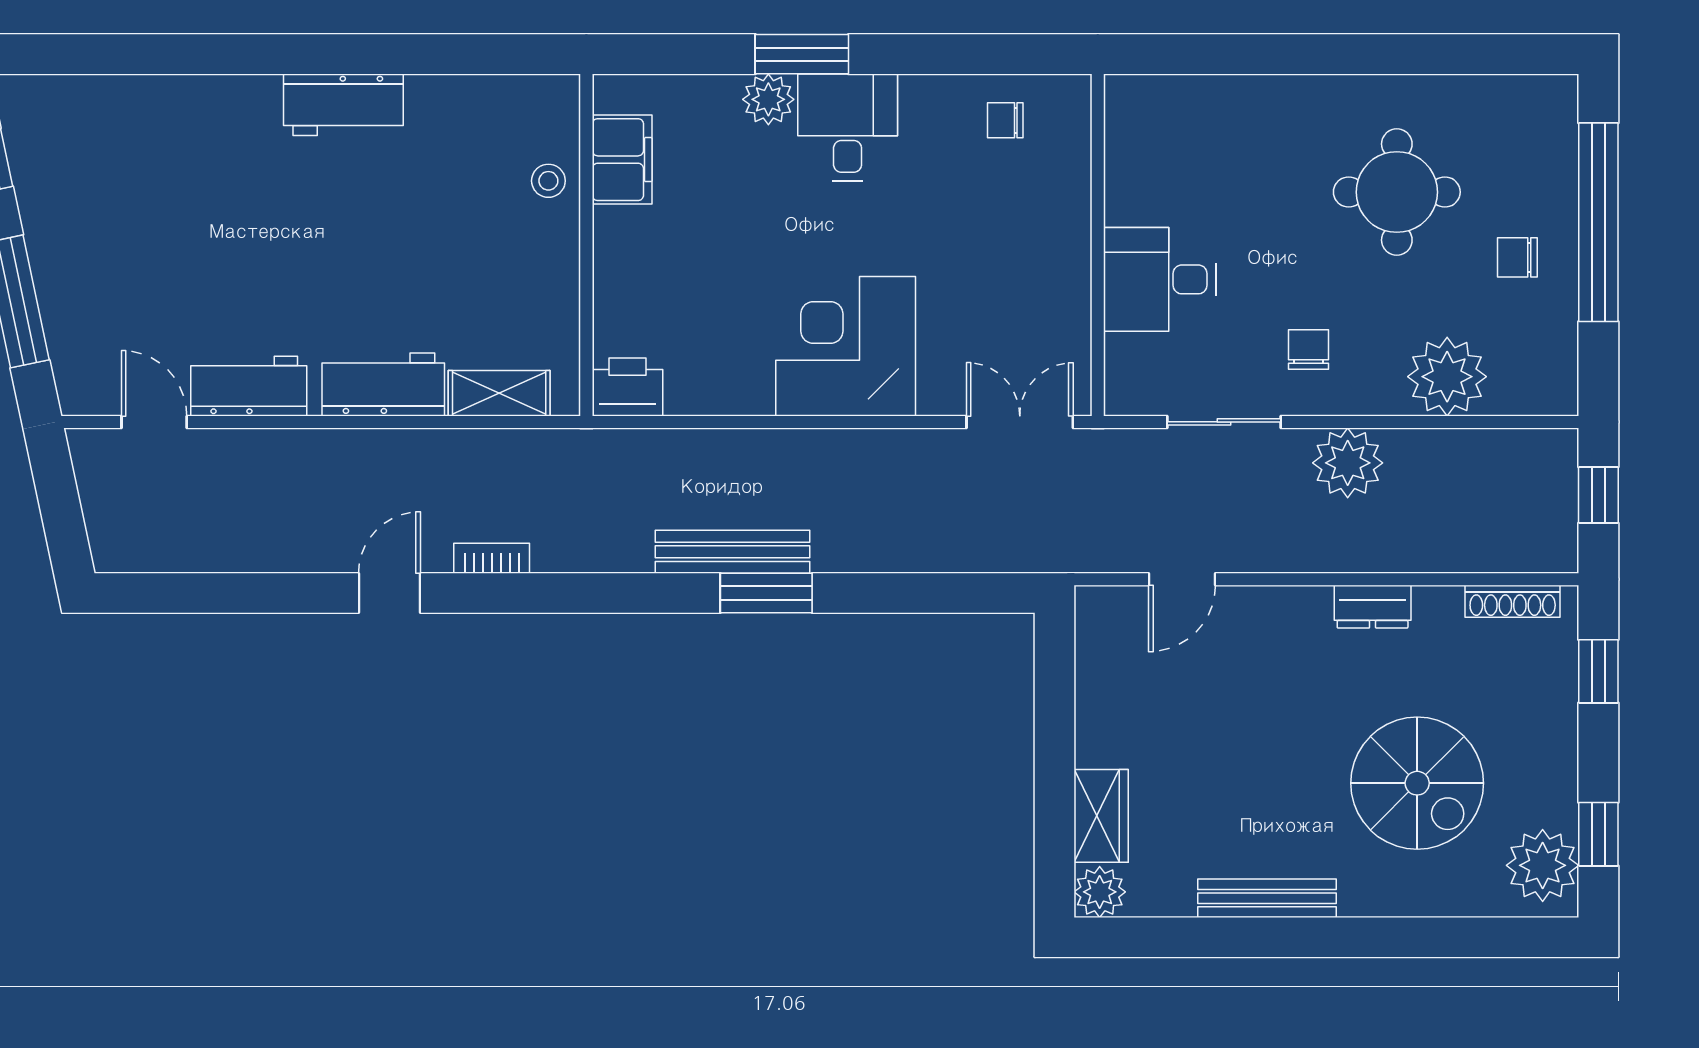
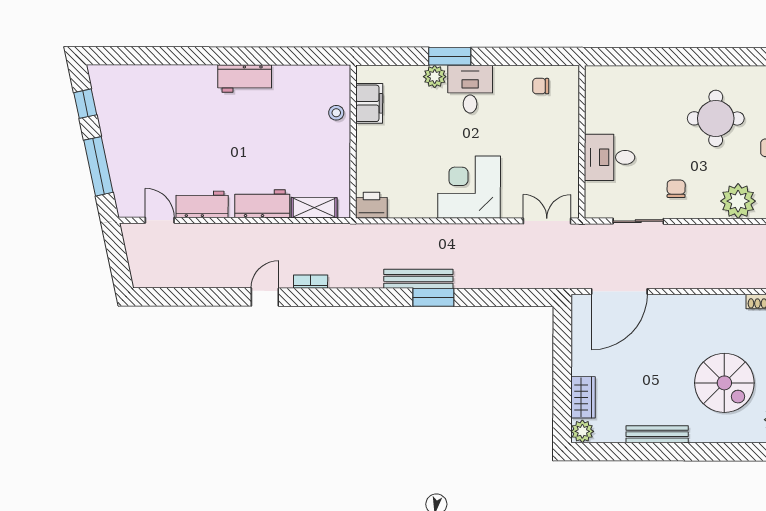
plant: (1348, 463) -> (694, 240), removed
door: (1182, 579) -> (619, 291), width x1.87
dresser: (1373, 607) -> (705, 304), removed

